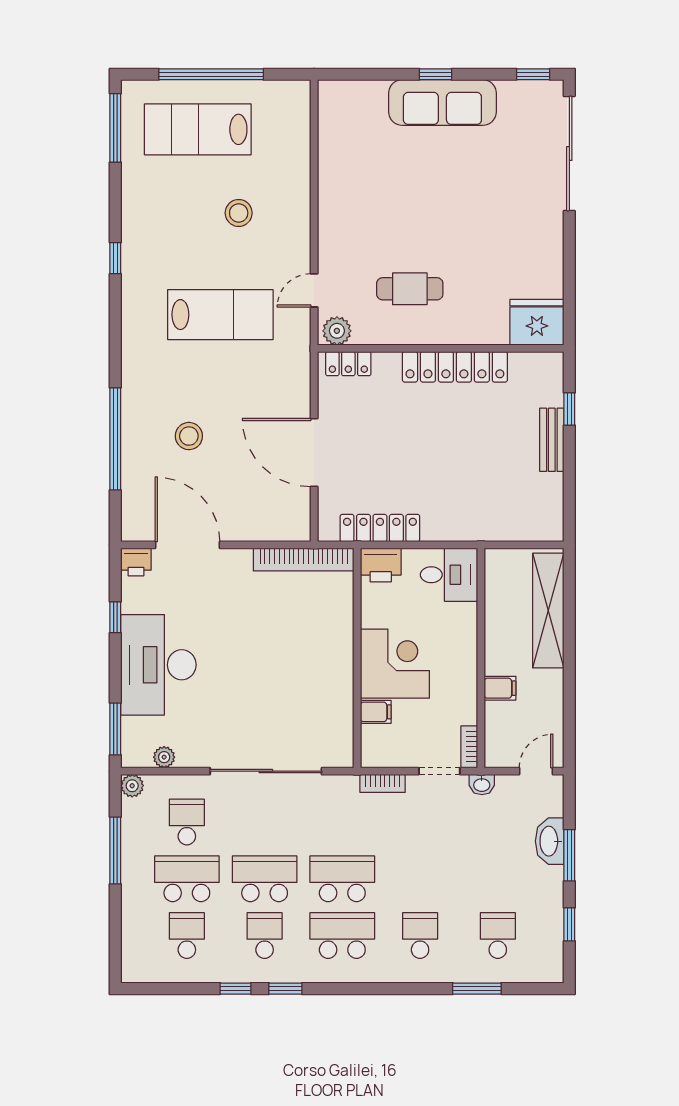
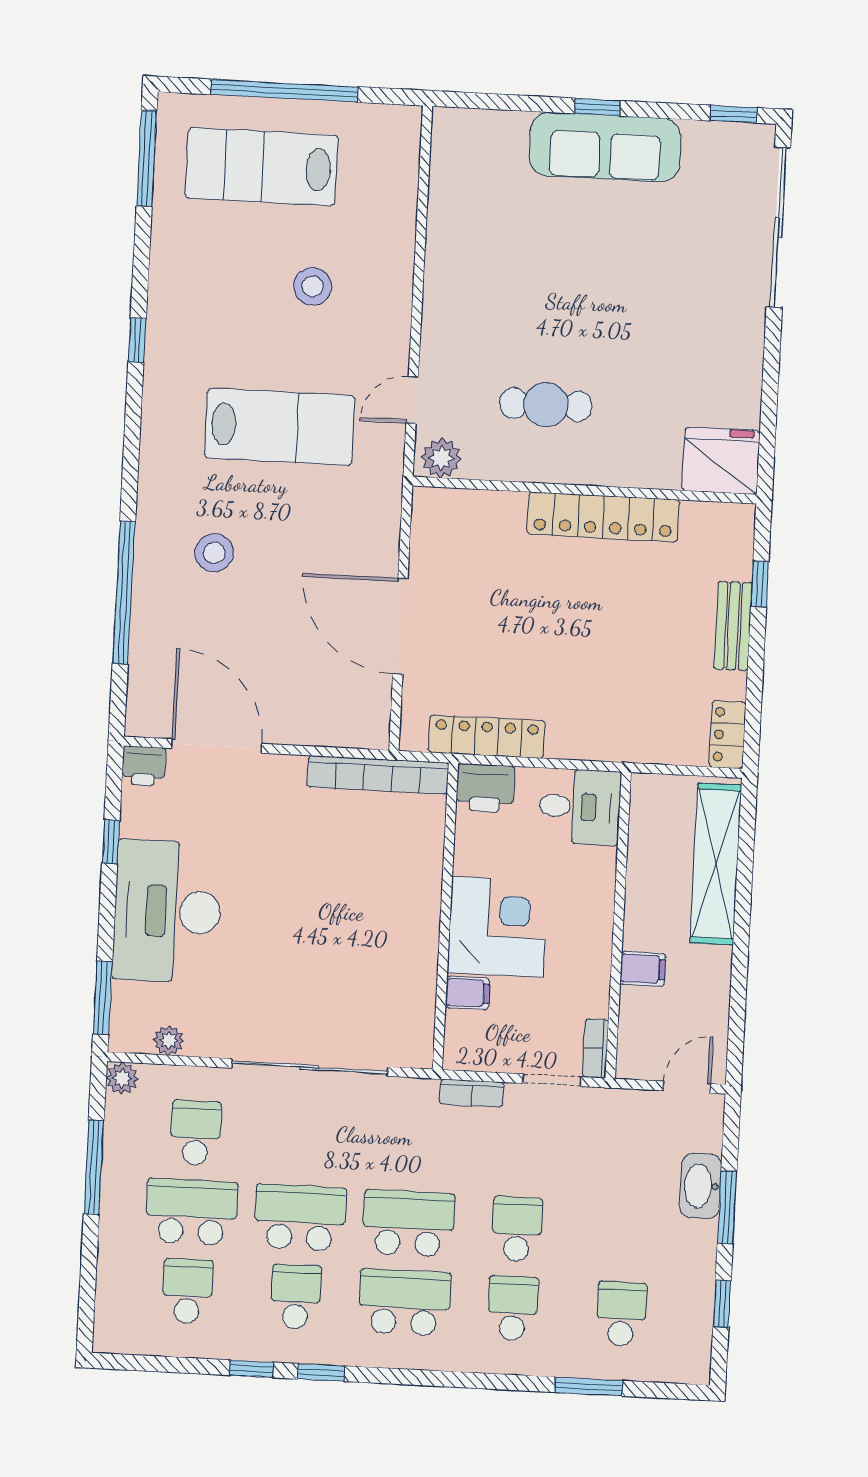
locker: (348, 364) -> (727, 735), moved, turned 90
stool: (189, 436) -> (214, 553), moved
washbasin: (482, 784) -> (610, 1102), removed
school desk: (420, 879) -> (517, 1229), added

